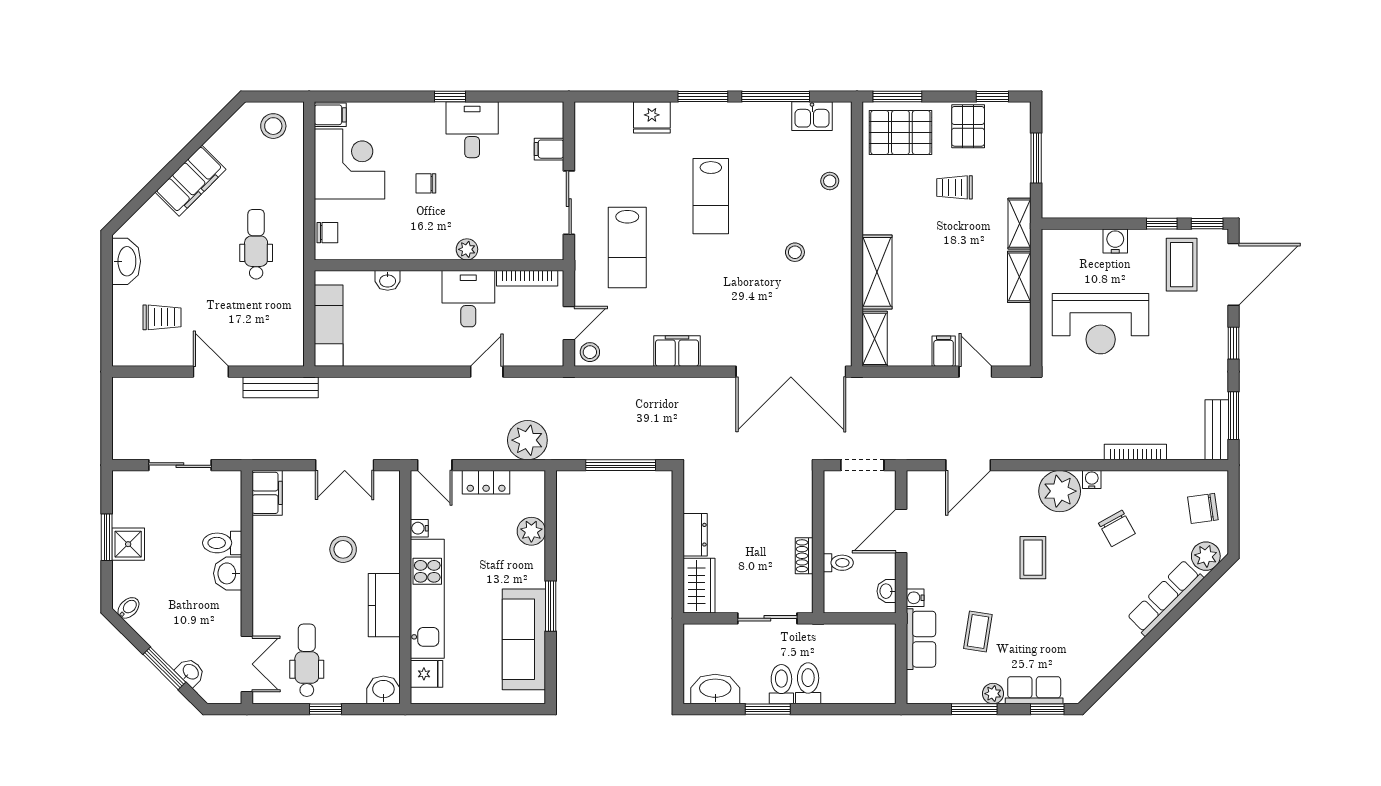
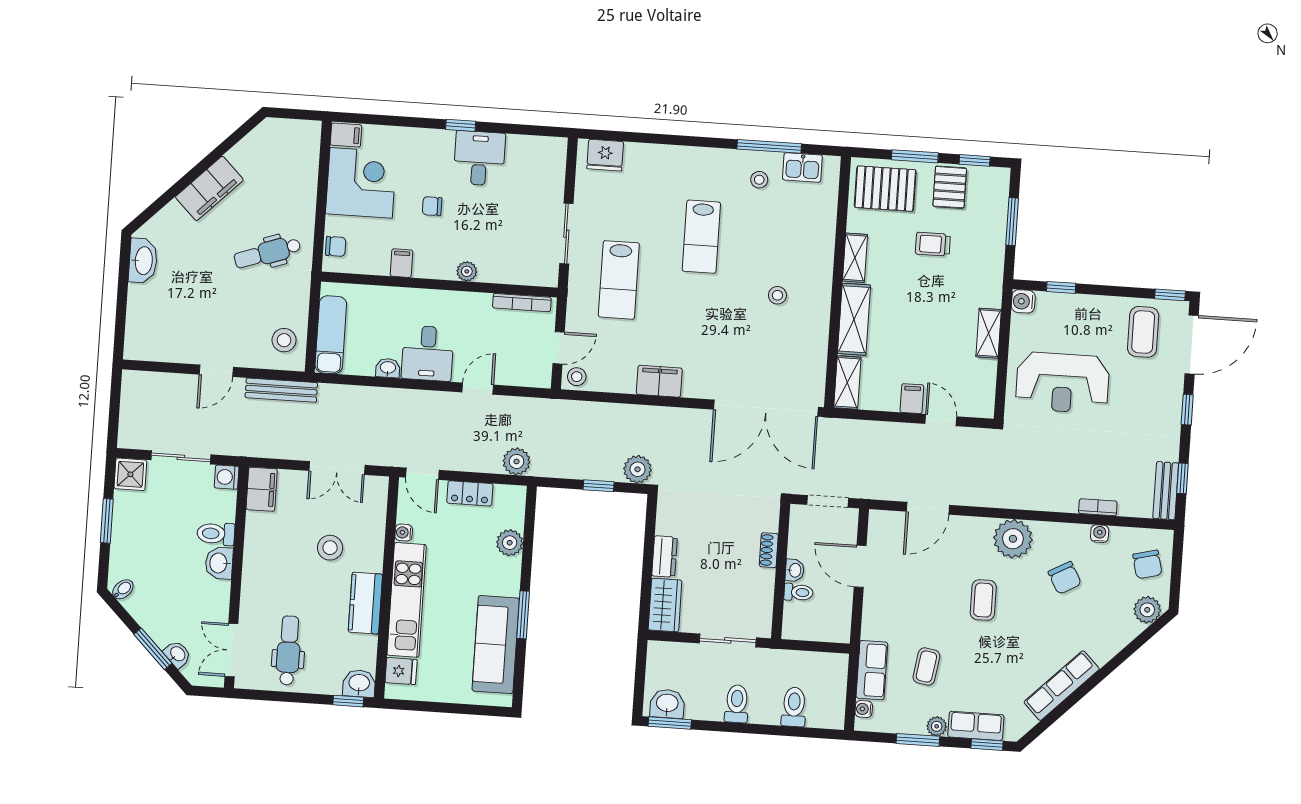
window: (703, 96) -> (700, 142), removed
window: (897, 96) -> (915, 156), moved
fridge: (652, 117) -> (605, 155), moved
stool: (273, 126) -> (284, 340), moved
filing cabinet: (549, 149) -> (401, 263), moved, turned 90
stool: (830, 181) -> (759, 180), moved
shelving: (1020, 224) -> (855, 258), moved
window: (1162, 224) -> (1061, 287), moved
water cooler: (1115, 241) -> (1023, 301), moved, turned -90
dental chair: (256, 244) -> (267, 253), turned -109
washbasin: (388, 280) -> (388, 368), moved, turned 180
desk: (468, 299) -> (428, 353), moved, turned 180
trolley: (162, 317) -> (173, 316), removed
door: (211, 372) -> (216, 371), swing flipped
window: (1233, 416) -> (1183, 478), width x0.67
plant: (527, 440) -> (516, 461), width x0.73, depth x0.73
plant: (660, 445) -> (638, 469), added
bookcase: (1135, 452) -> (1098, 507), width x0.64
window: (621, 465) -> (599, 486), width x0.46
water cooler: (1092, 480) -> (1100, 534), moved
washing machine: (229, 483) -> (227, 477), added
chair: (1203, 508) -> (1147, 564), turned -96
door: (901, 531) -> (860, 566), hinge flipped
shower: (128, 544) -> (130, 474), moved
shoe rack: (804, 556) -> (769, 550), moved
washbasin: (887, 591) -> (795, 570), moved, turned 180
water cooler: (915, 598) -> (864, 709), moved
row of seats: (1165, 598) -> (1062, 686), moved
double door: (247, 664) -> (231, 650), swing flipped
toilet: (808, 683) -> (794, 707), moved
washbasin: (715, 689) -> (667, 704), width x0.72
window: (326, 709) -> (348, 701), moved
window: (768, 709) -> (670, 723), moved

